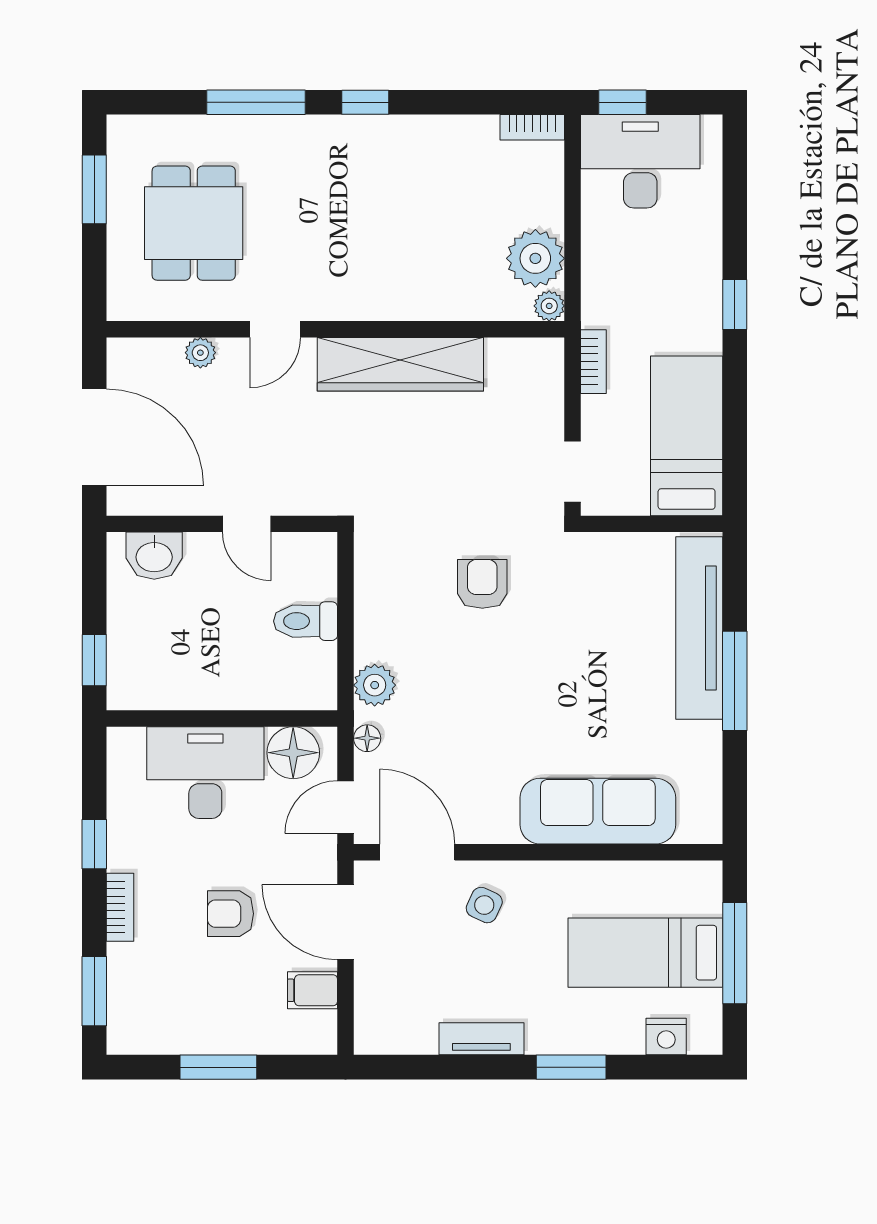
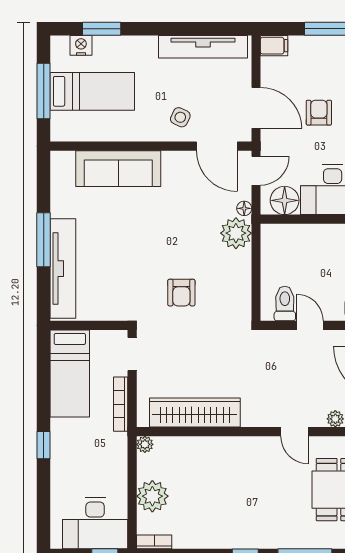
plant: (535, 258) -> (152, 496), moved
door: (275, 329) -> (294, 432), swing flipped
bookcase: (593, 362) -> (121, 404), width x1.56
wardrobe: (400, 364) -> (195, 413), moved
toilet: (305, 621) -> (285, 304), moved, turned -90
plant: (375, 685) -> (236, 233), width x1.36, depth x1.36
armchair: (231, 914) -> (319, 113), turned -90
filing cabinet: (313, 990) -> (274, 46), moved
tv unit: (481, 1039) -> (203, 47), width x1.92, depth x1.29
window: (571, 1067) -> (102, 29), moved

